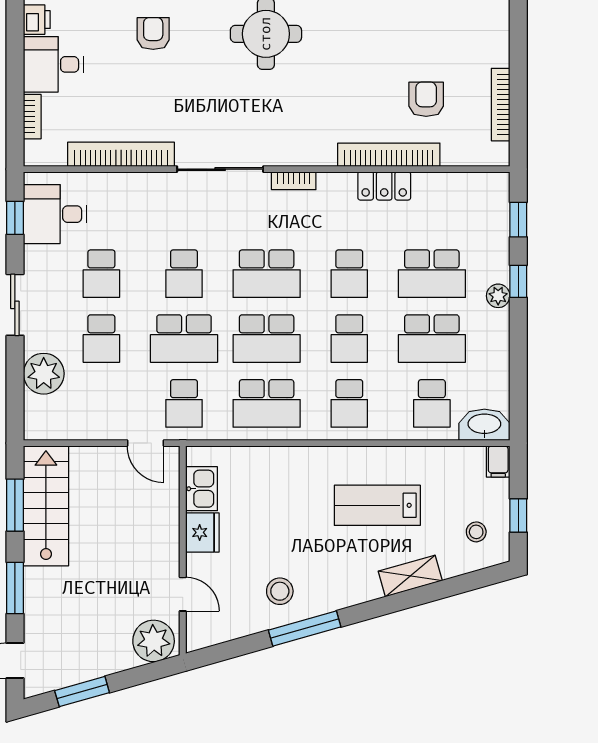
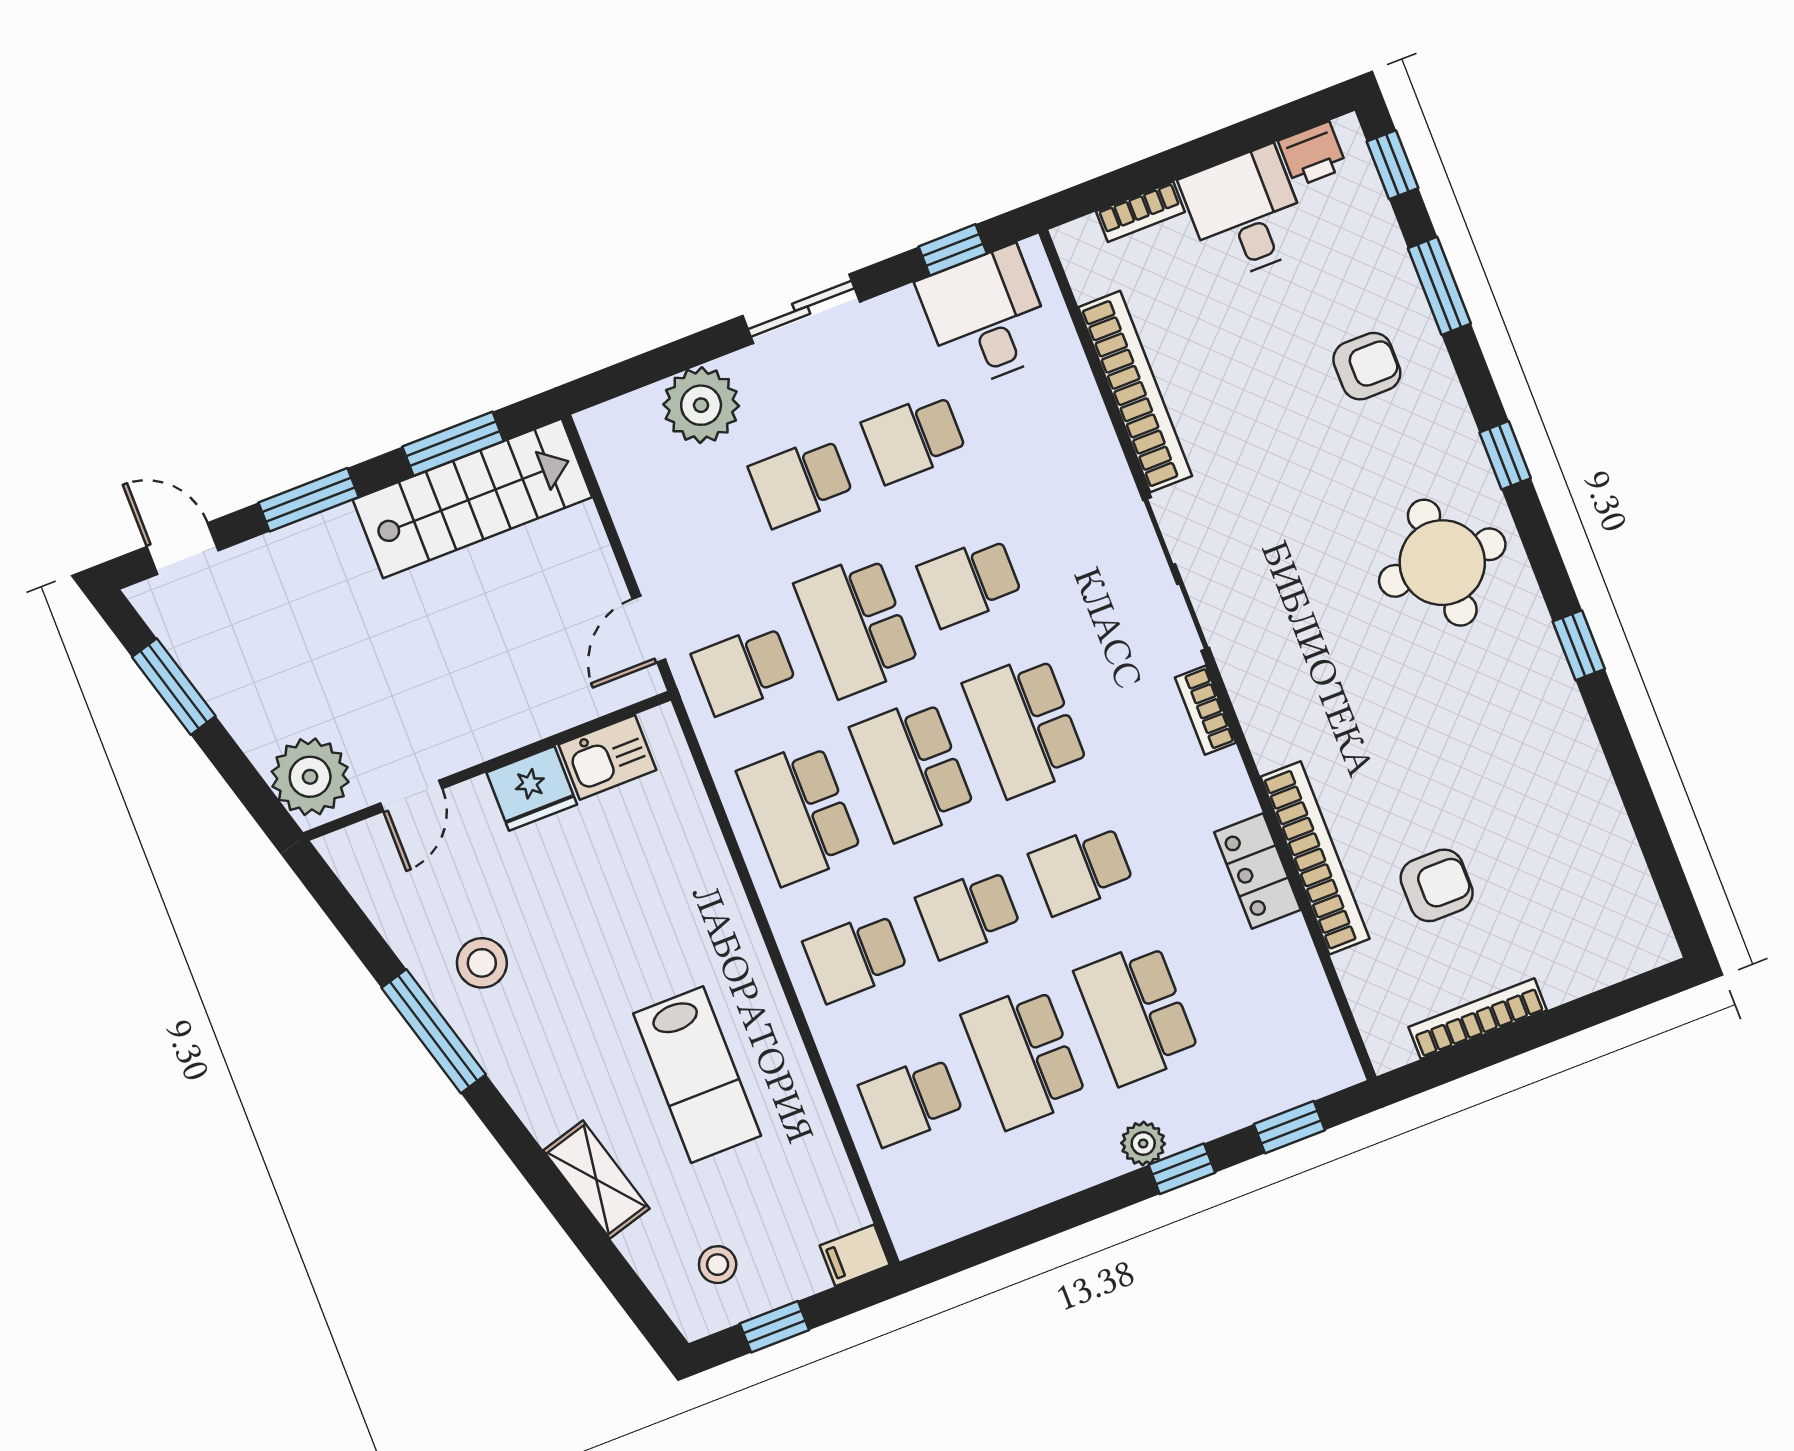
washbasin: (484, 425) -> (910, 1206), removed
lab bench: (377, 505) -> (697, 1075), turned 180

